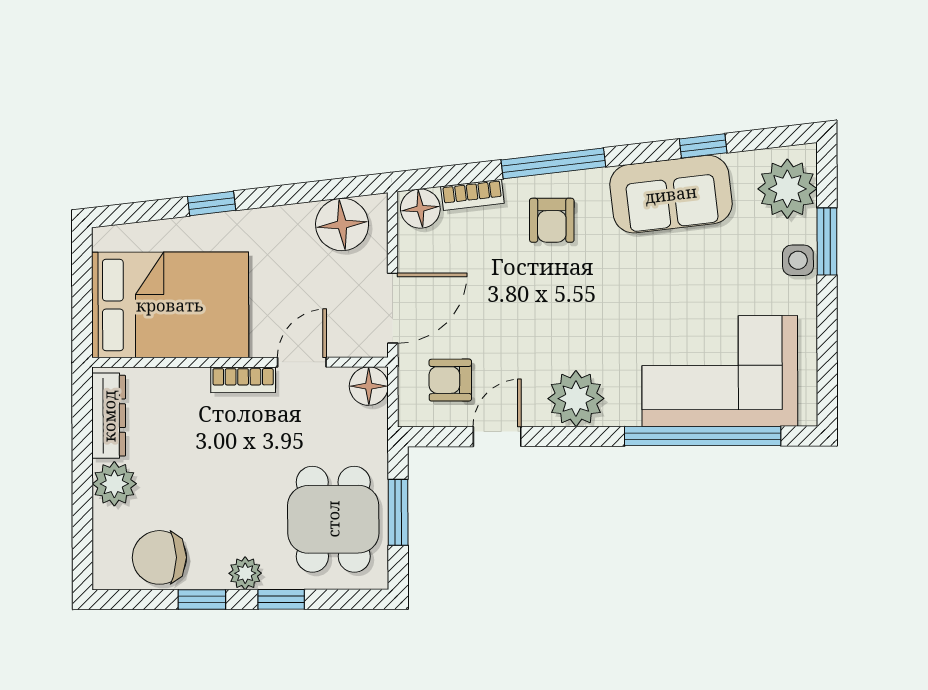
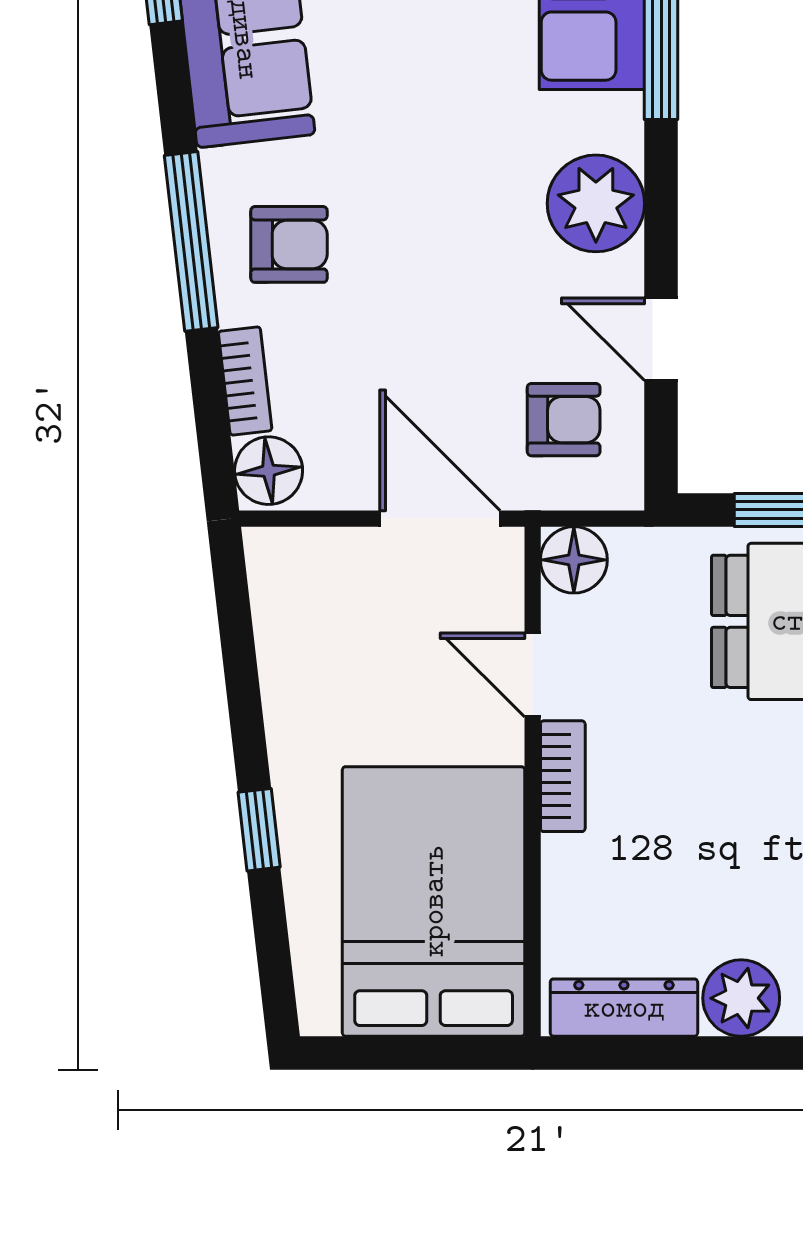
floor lamp: (342, 224) -> (296, 605), removed
armchair: (450, 380) -> (564, 420), turned -90

